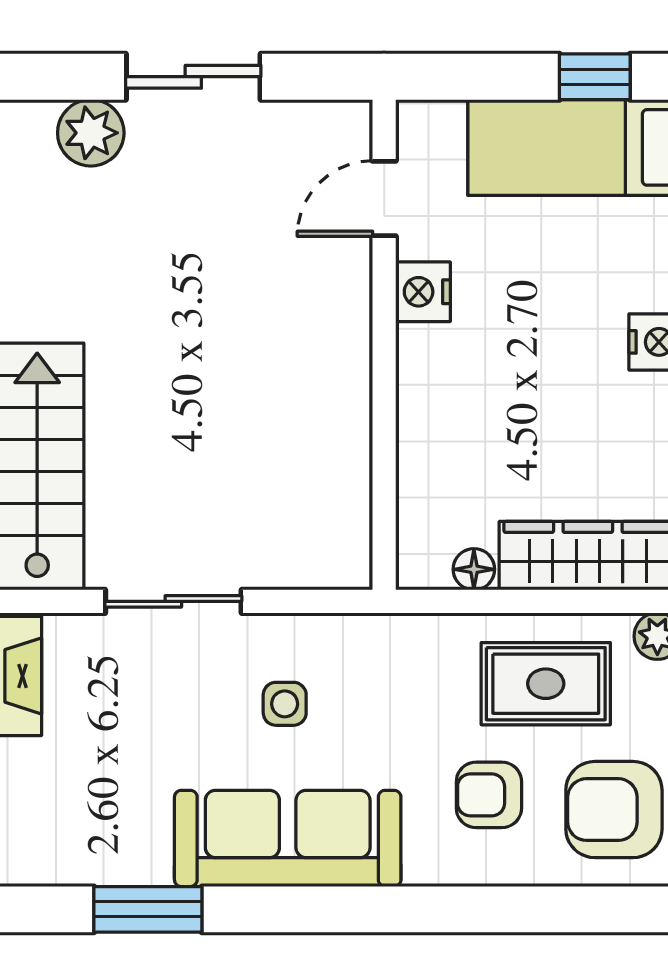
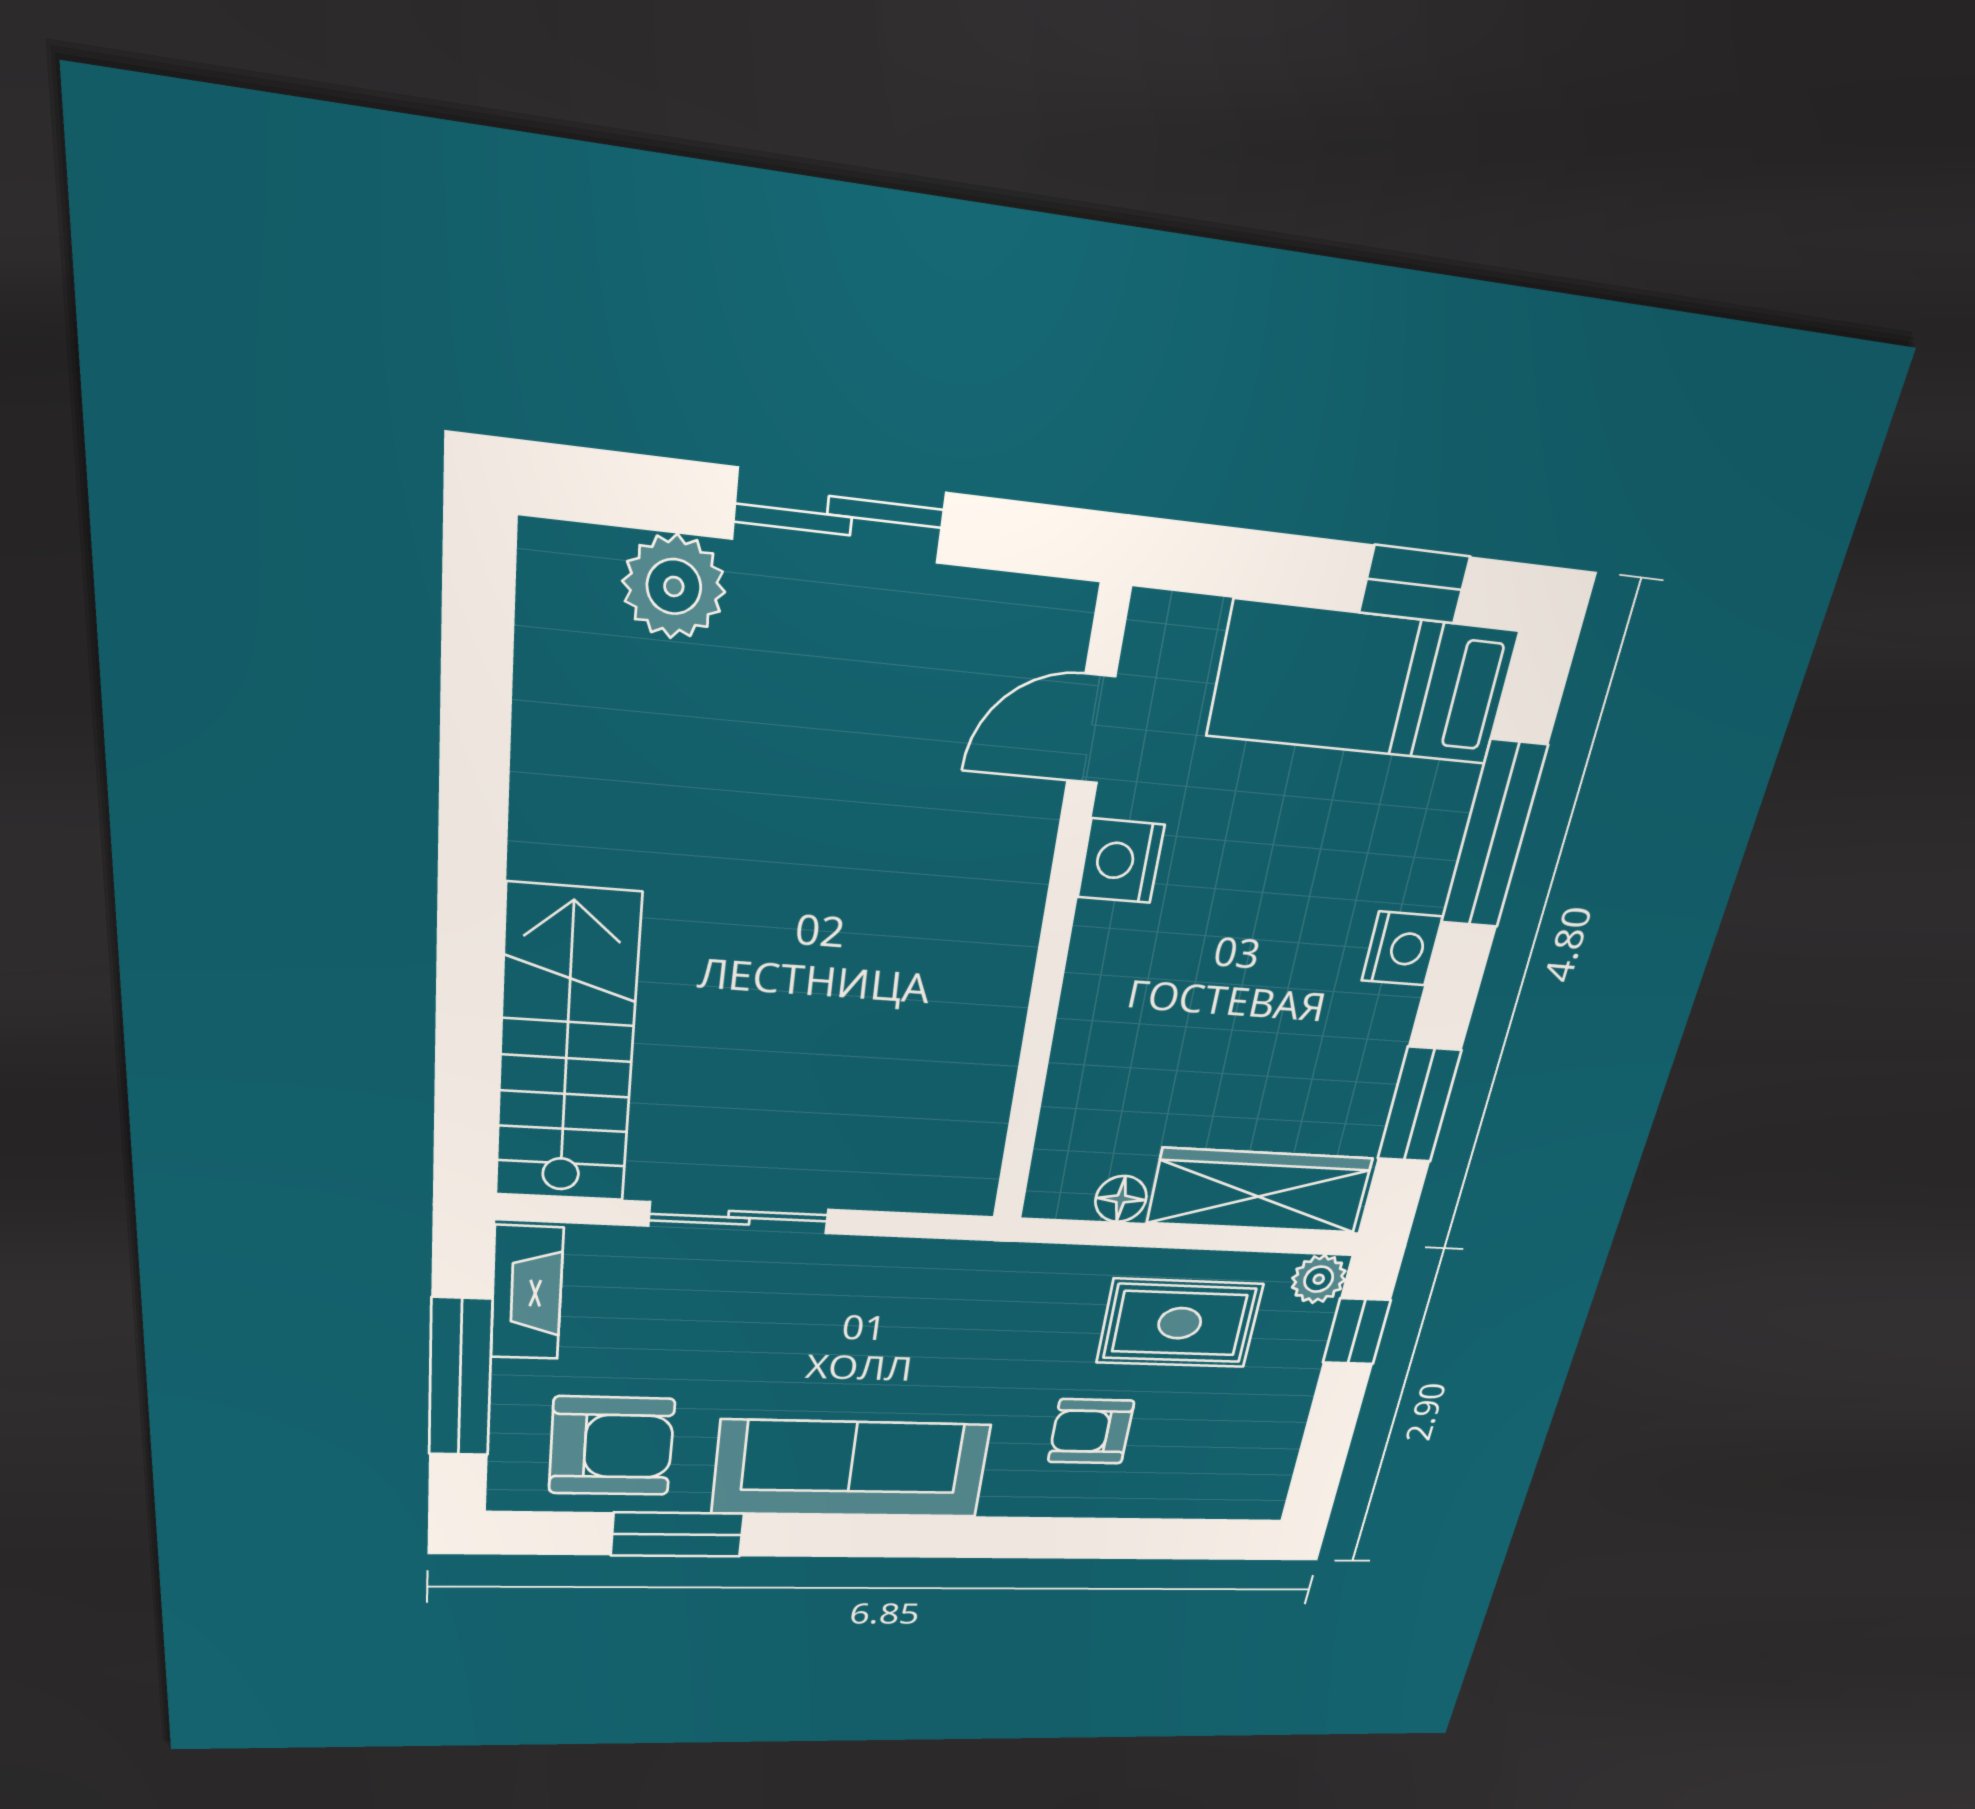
side table: (285, 704) -> (866, 1334), removed
armchair: (614, 810) -> (612, 1446), moved, turned 180

